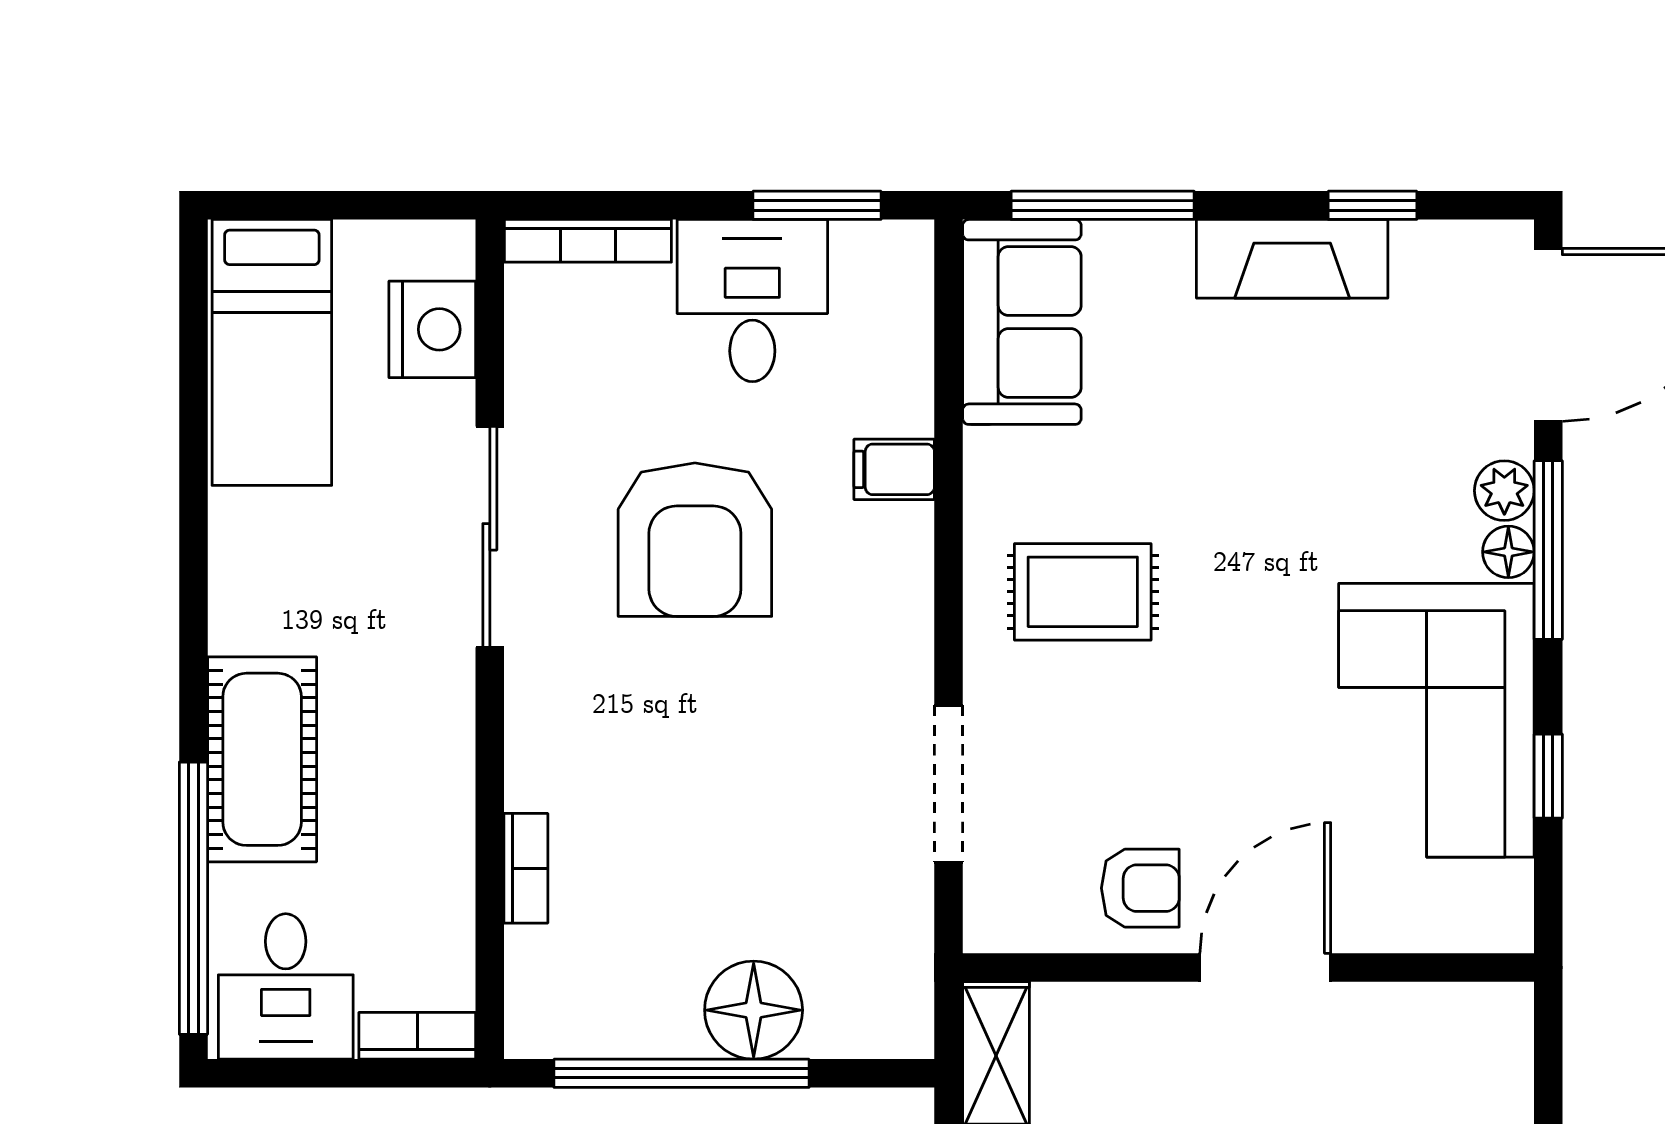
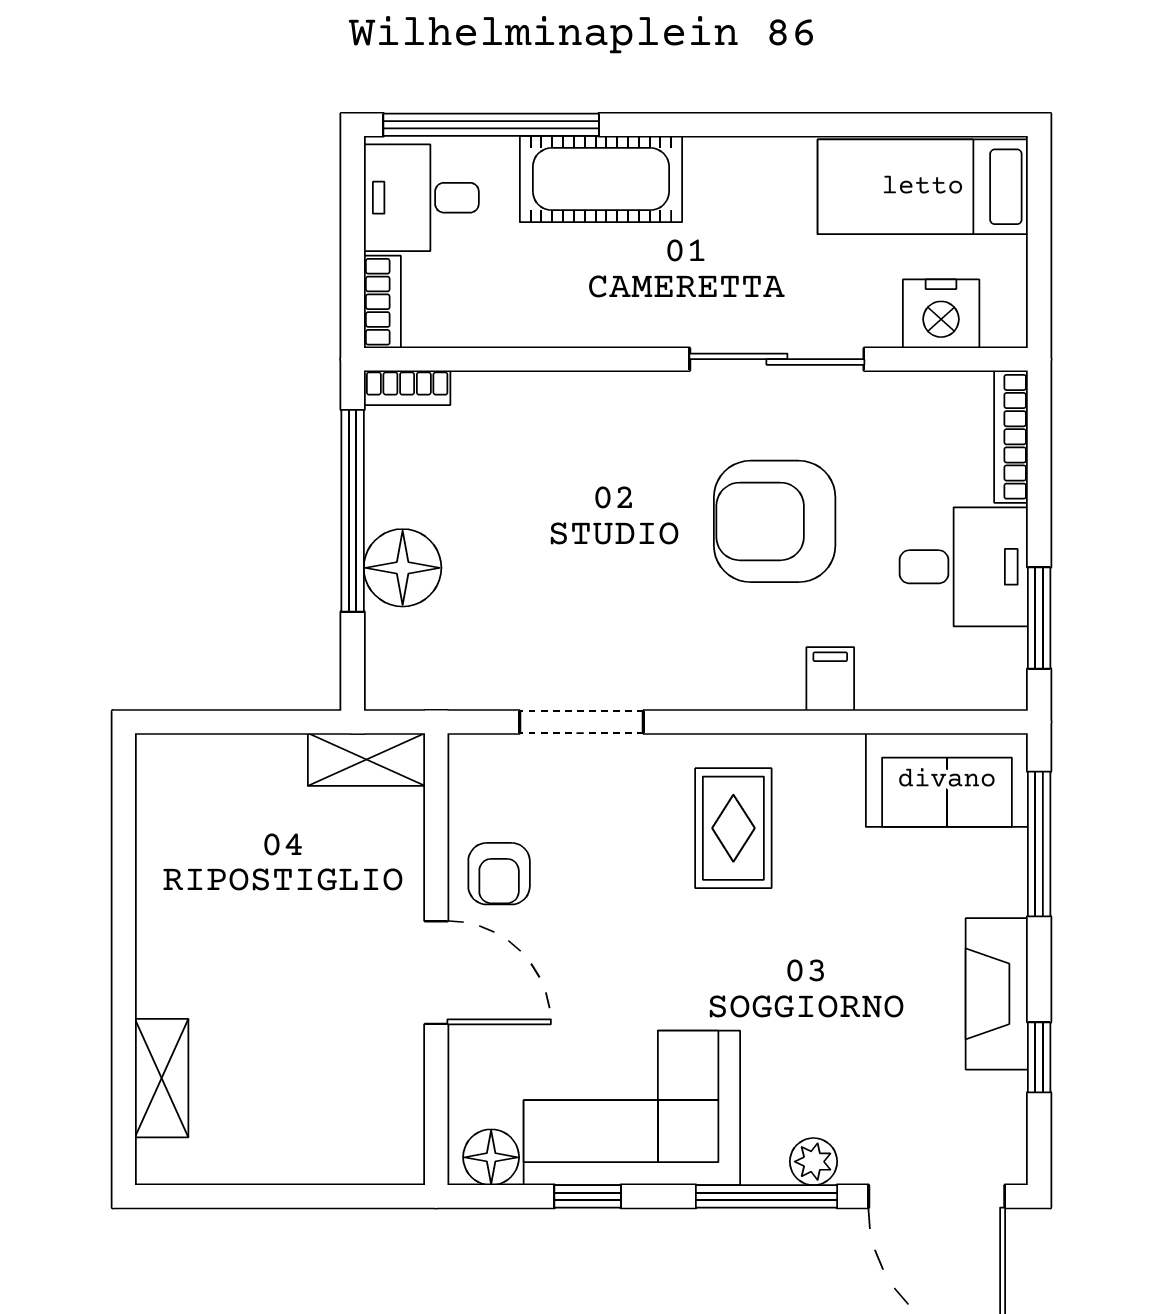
floor lamp: (1508, 552) -> (491, 1157), moved, width x1.37, depth x1.37
bookcase: (526, 868) -> (407, 388), moved

